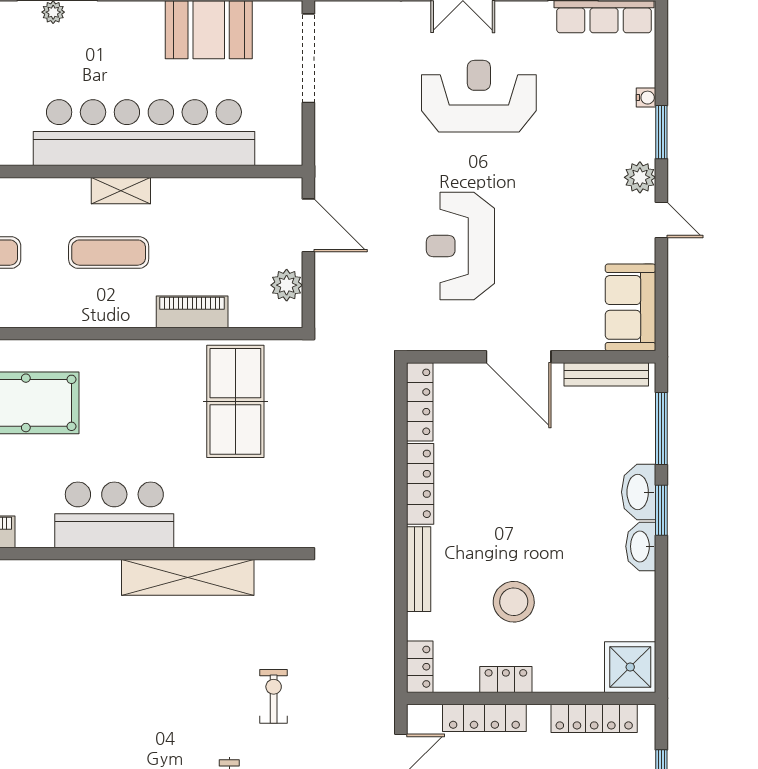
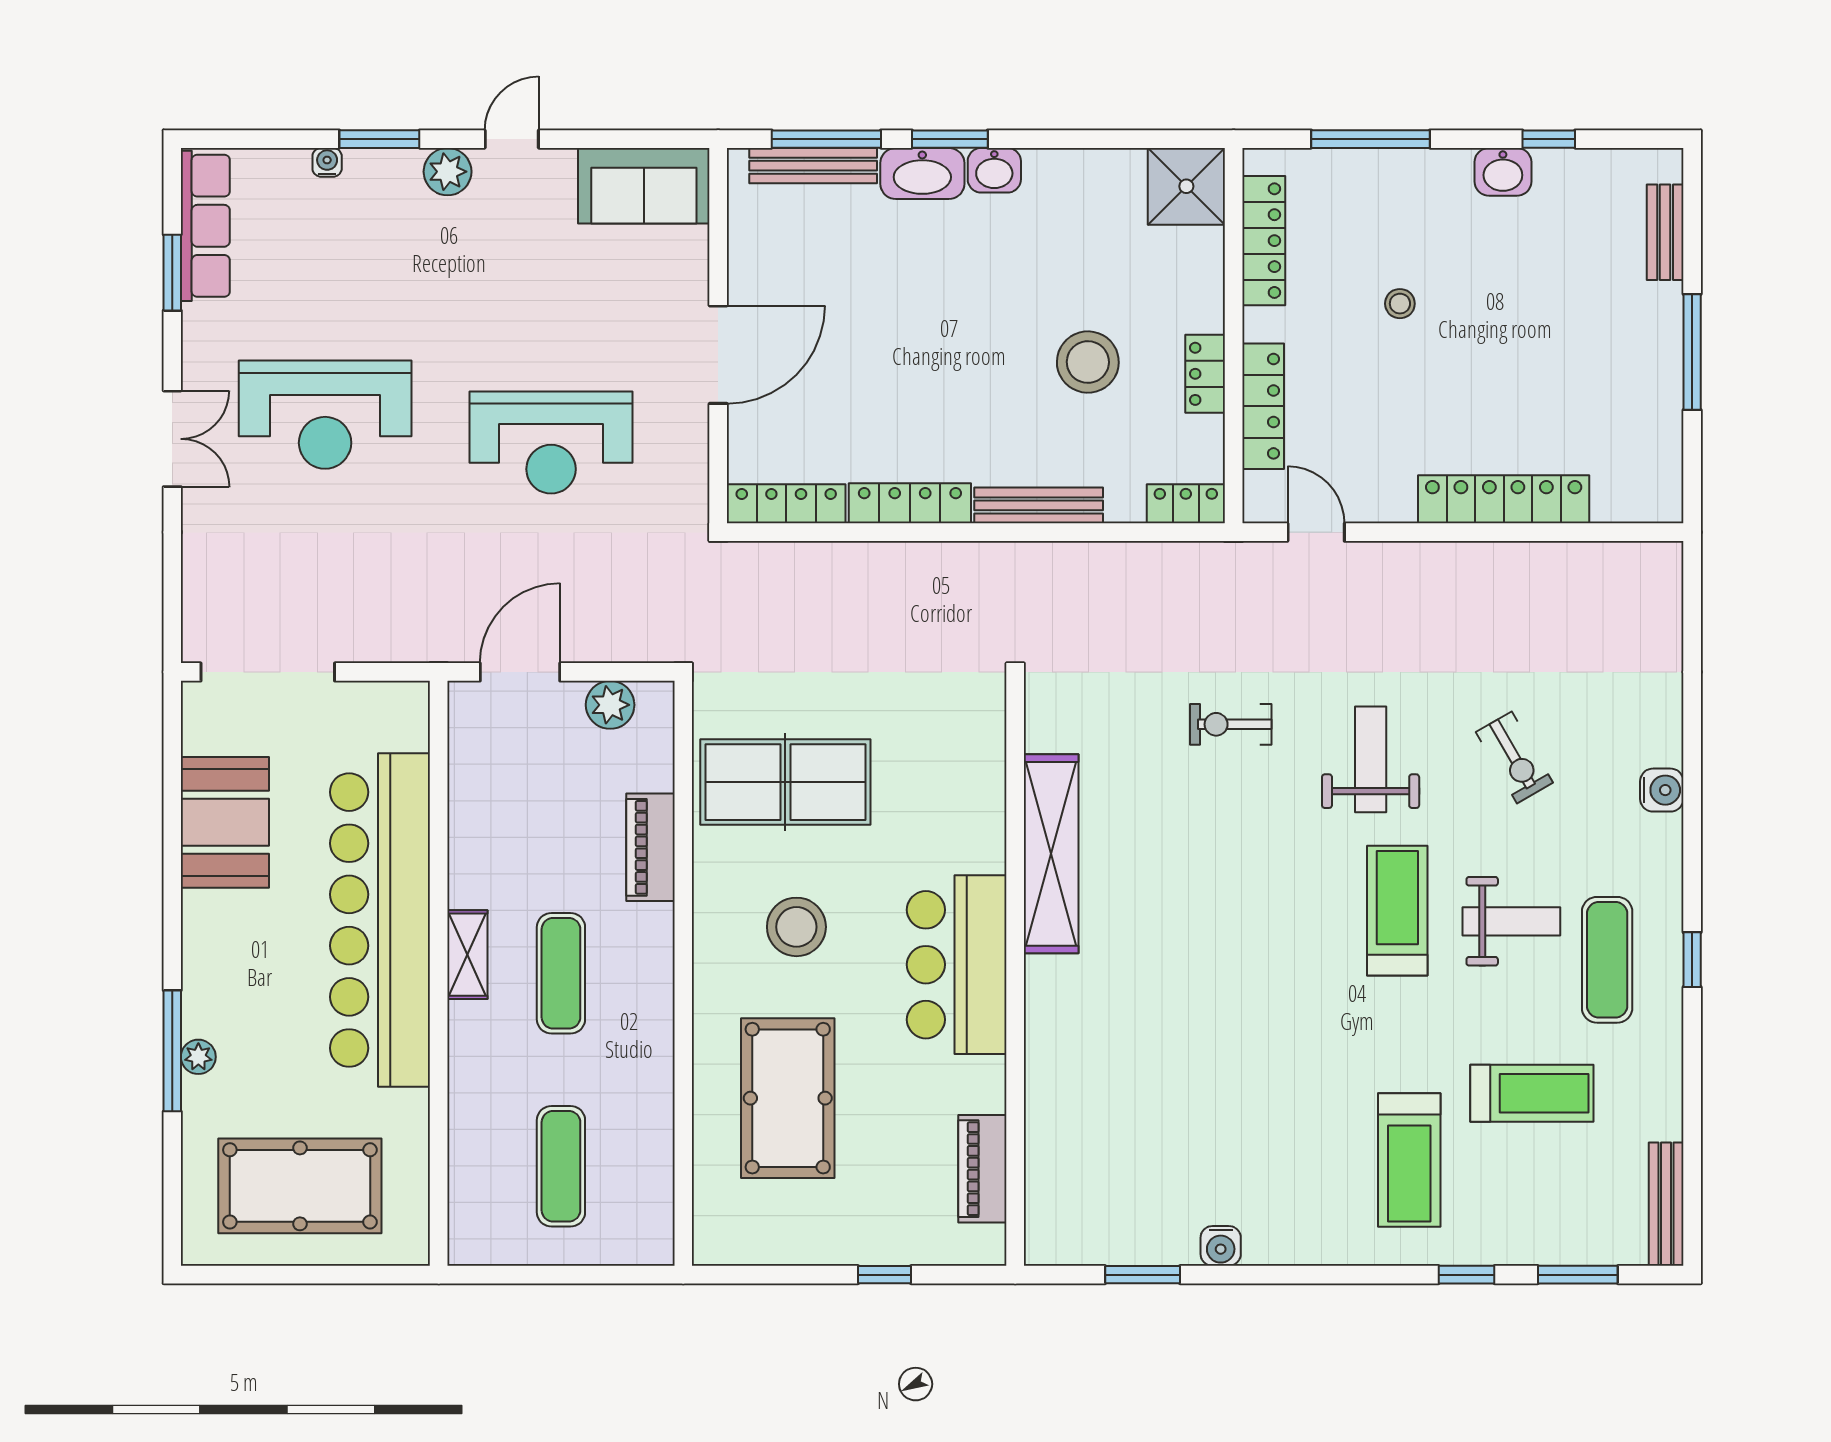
reception desk: (479, 96) -> (325, 415), turned -90
bench: (606, 374) -> (813, 166), moved, turned 90
stool: (139, 409) -> (796, 927), added
washbasin: (641, 546) -> (994, 170), width x0.72

